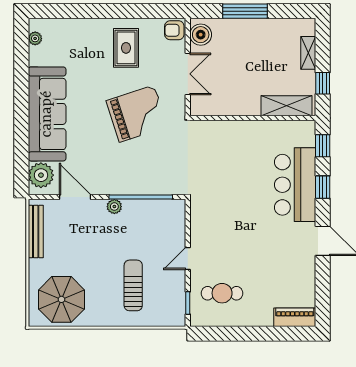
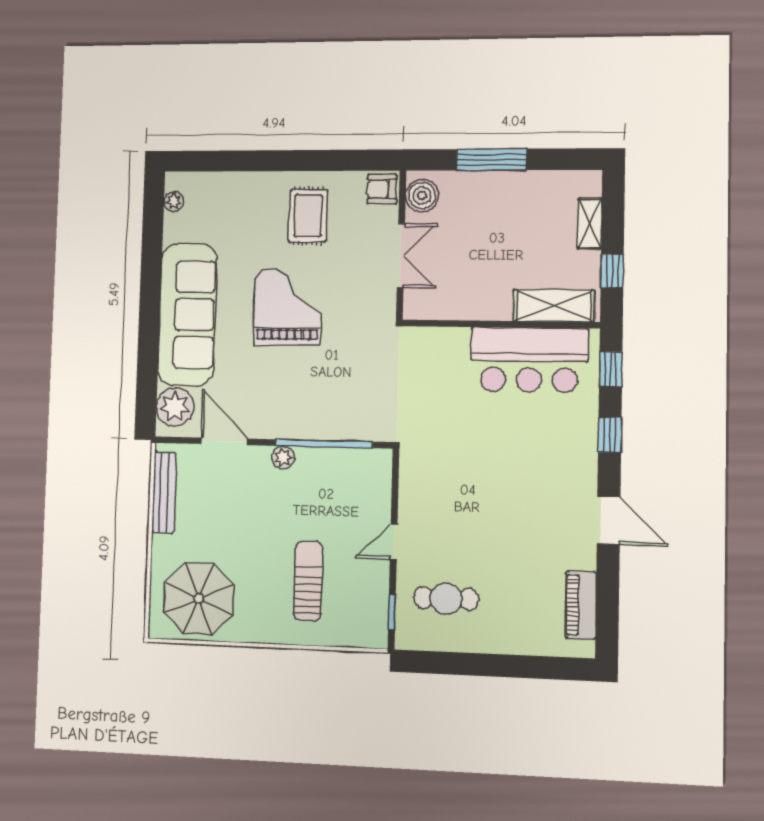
grand piano: (137, 114) -> (288, 307), moved, turned -72
bar counter: (295, 185) -> (529, 360), moved, turned -90
piano: (295, 317) -> (581, 605), moved, turned -90

